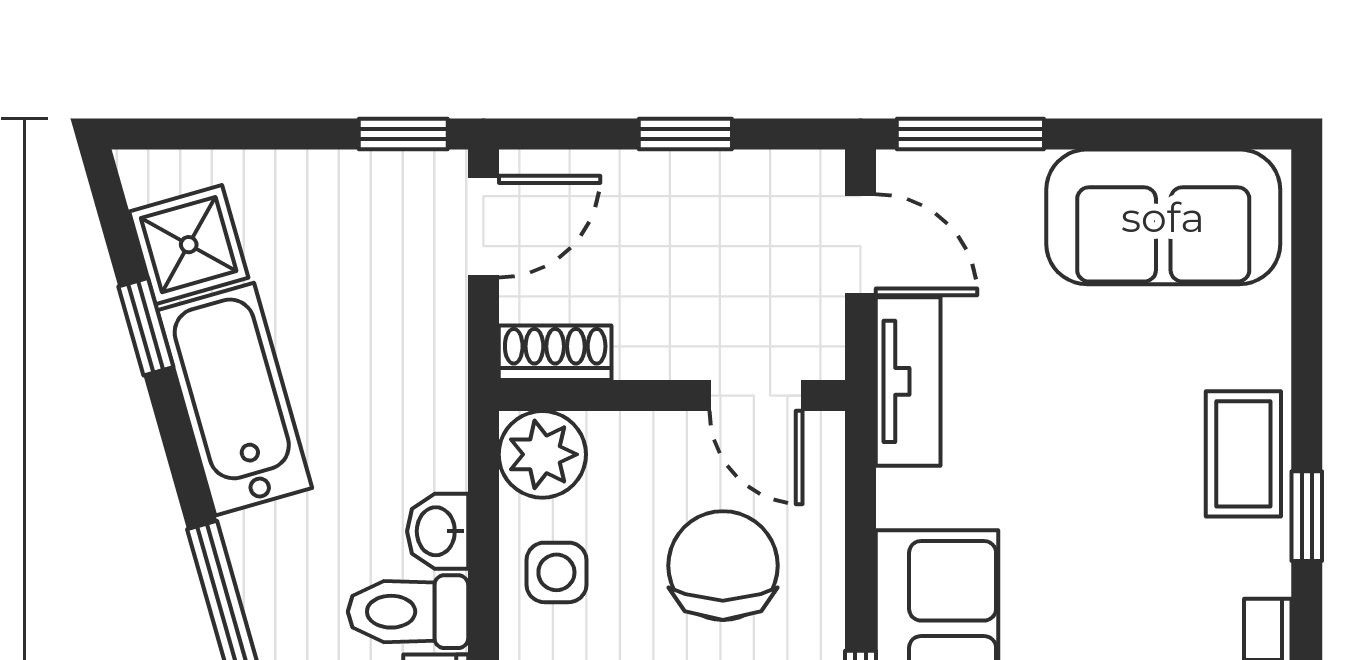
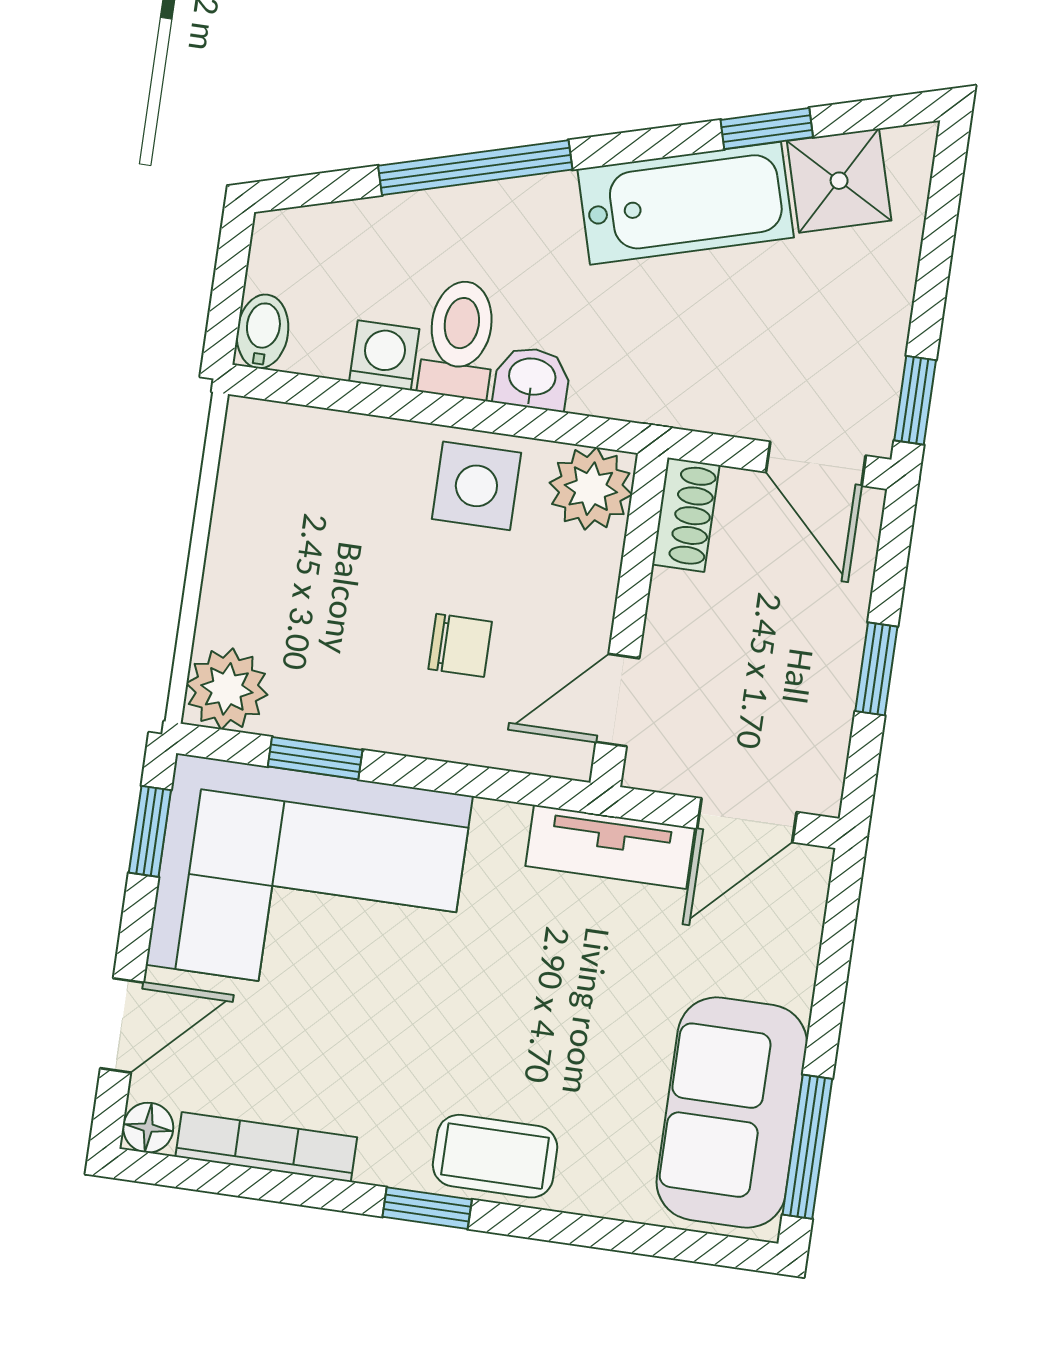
window: (970, 134) -> (807, 1147), moved
chair: (723, 566) -> (460, 645), width x0.54, depth x0.54
side table: (556, 572) -> (476, 486), width x1.37, depth x1.37

